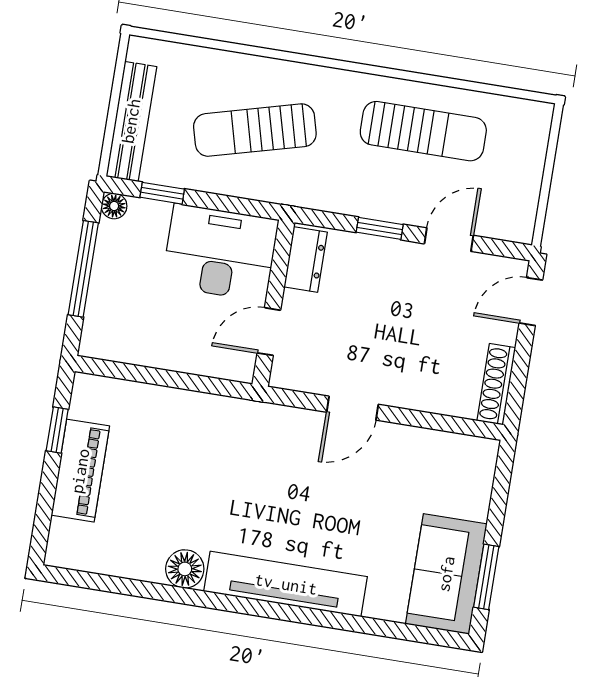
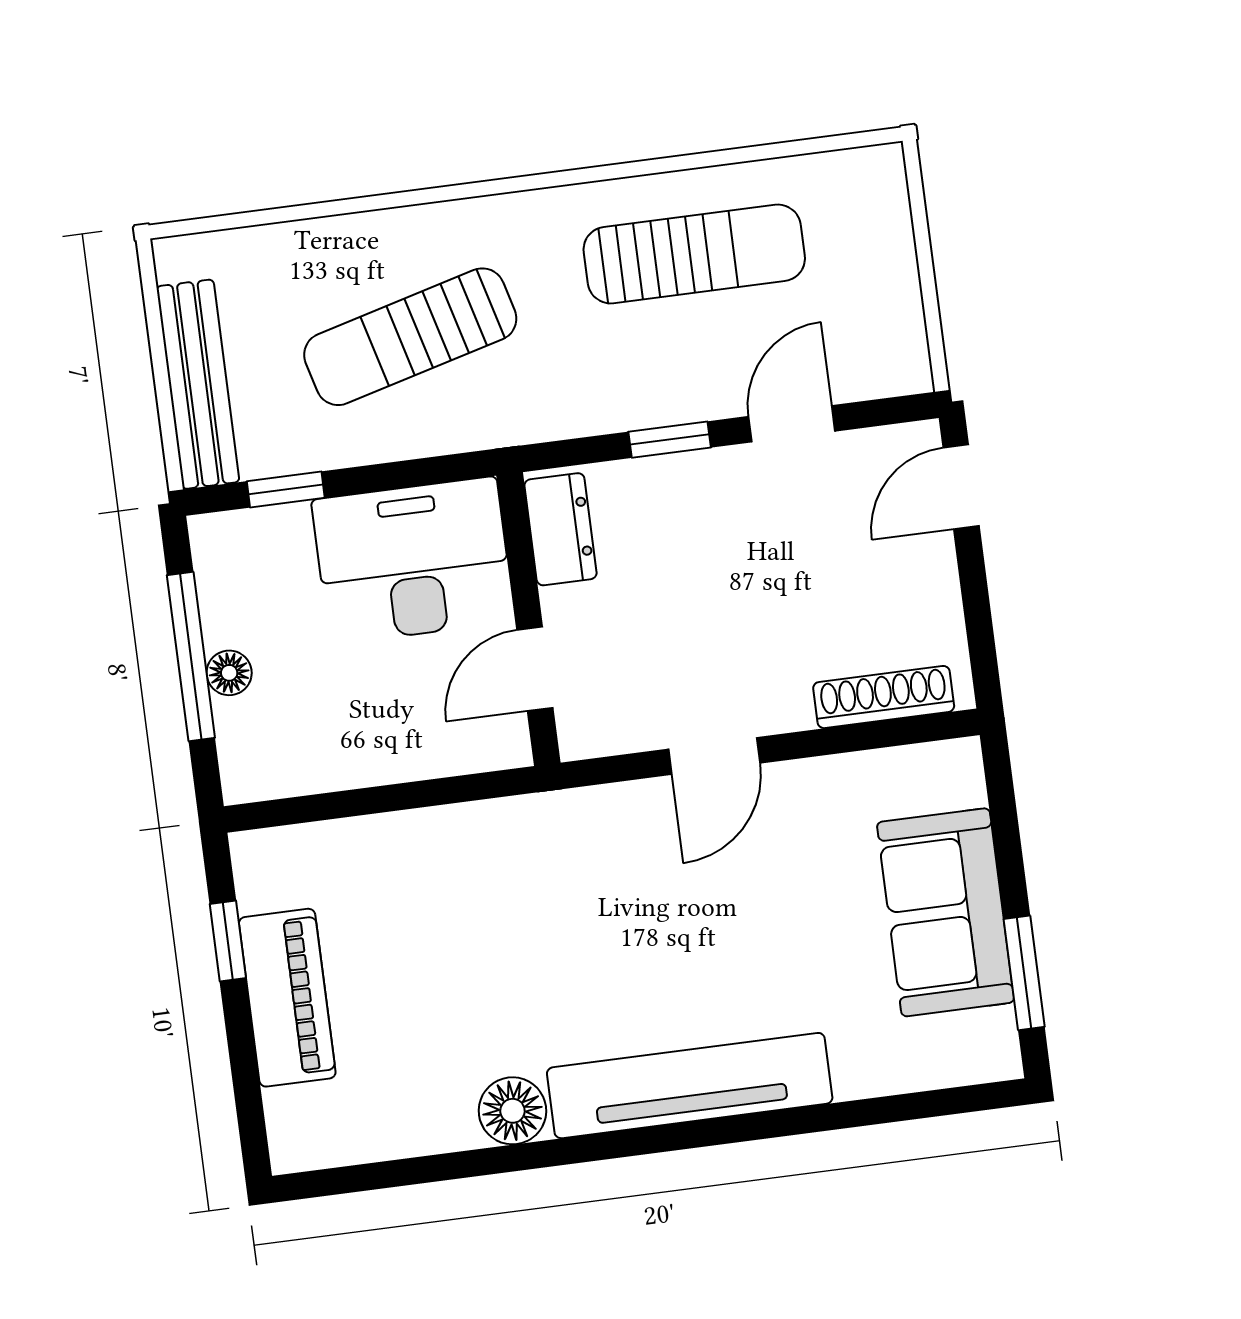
floor lamp: (114, 206) -> (229, 673), moved
shoe rack: (496, 384) -> (884, 697), moved, turned 90
sofa: (446, 574) -> (946, 912), moved

